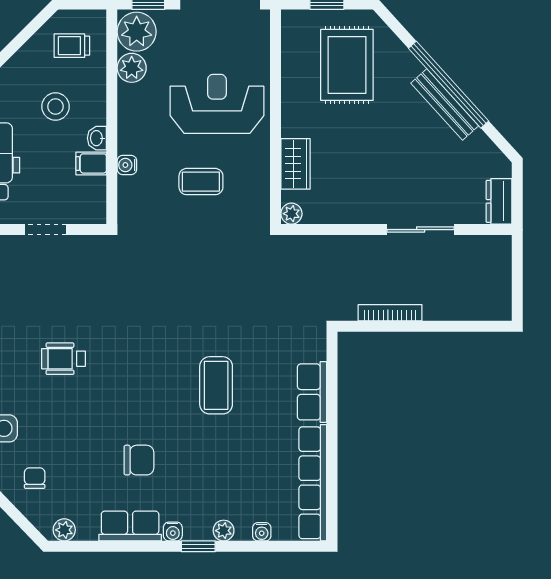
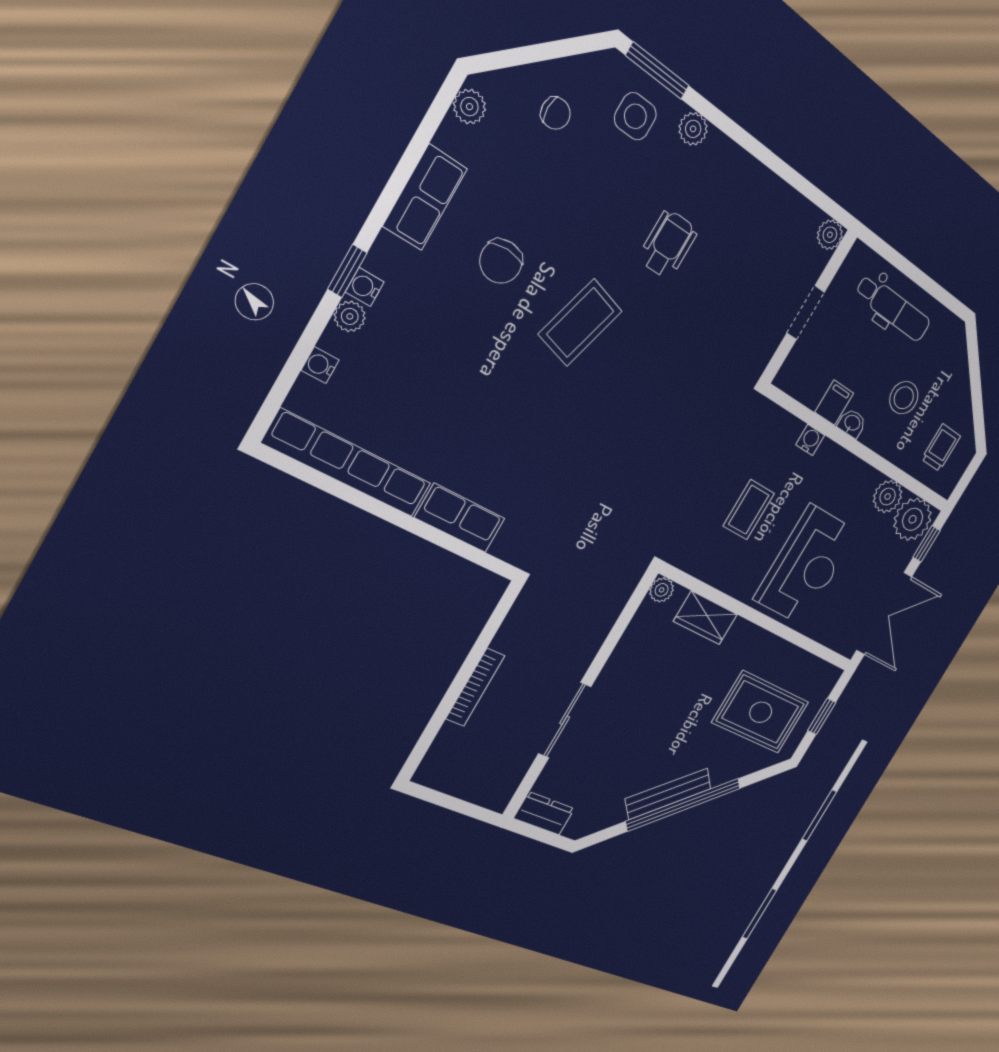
bookcase: (390, 313) -> (475, 687), moved
coffee table: (216, 385) -> (580, 323), moved, turned -74
water cooler: (173, 532) -> (365, 287), moved

